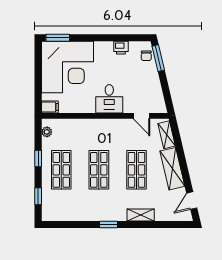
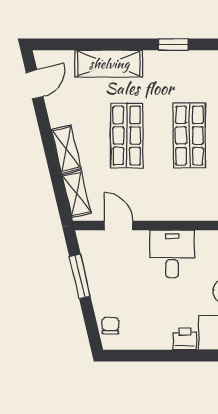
printer: (121, 48) -> (185, 339), moved
window: (158, 58) -> (80, 276), moved
shelving: (172, 169) -> (66, 149), width x0.67, depth x0.75
shelving: (141, 215) -> (109, 64), width x1.50, depth x1.33

